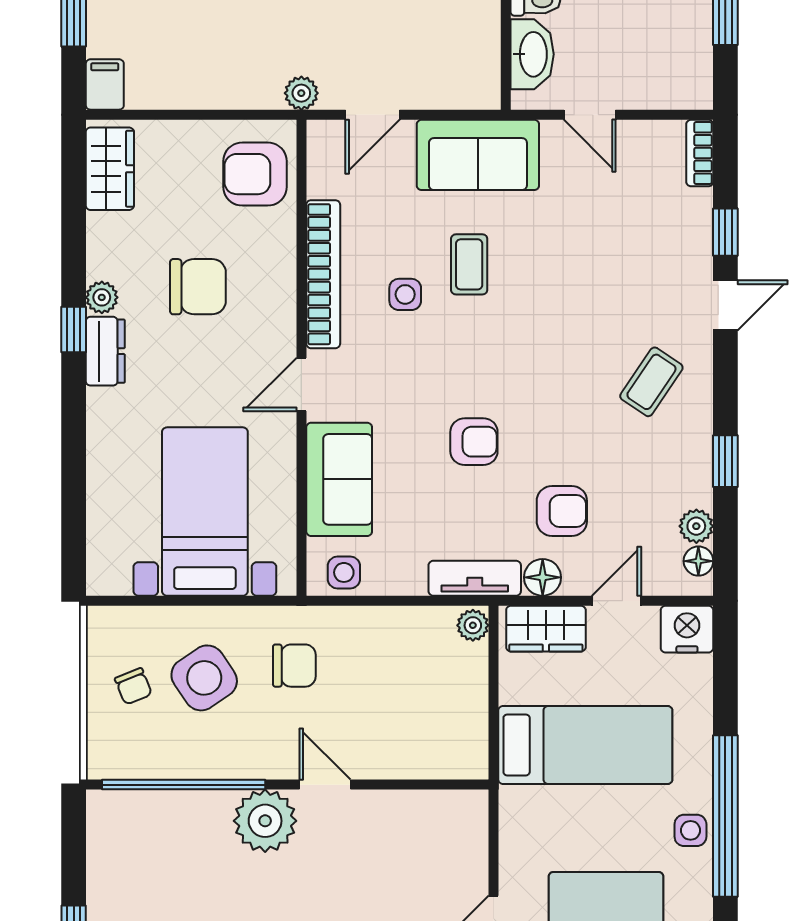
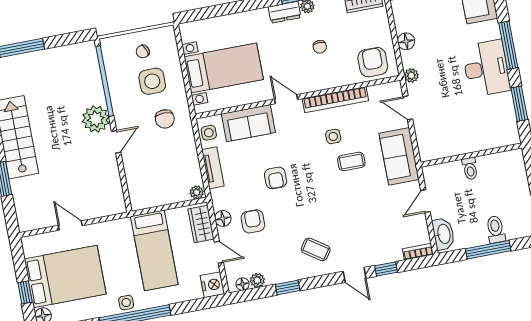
washbasin: (532, 54) -> (443, 234), moved, turned -90
floor lamp: (222, 90) -> (406, 41), added
chair: (198, 287) -> (320, 47), width x0.54, depth x0.54
armchair: (562, 511) -> (253, 221), turned 180
tv unit: (475, 578) -> (213, 168), moved
side table: (204, 678) -> (152, 81), turned 34

